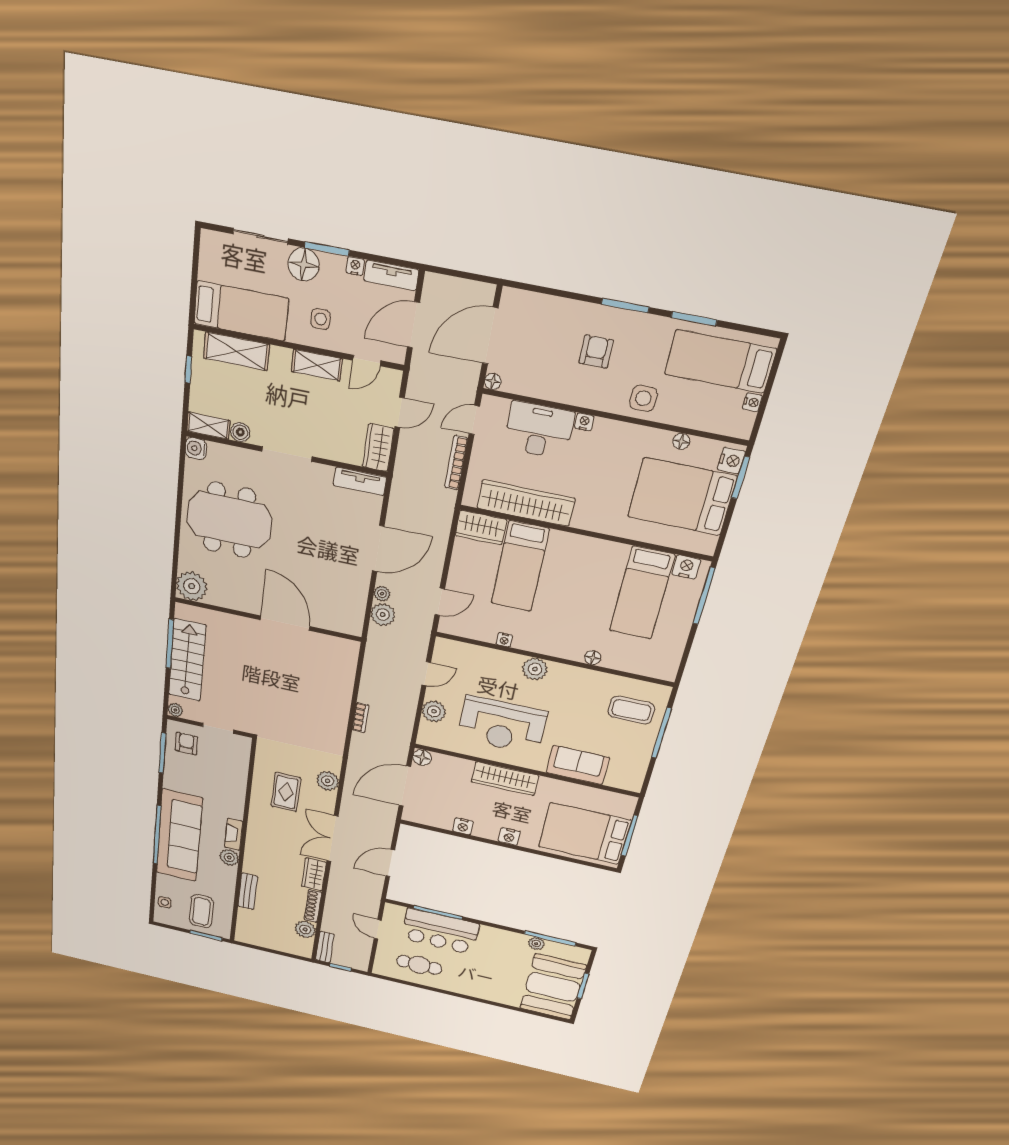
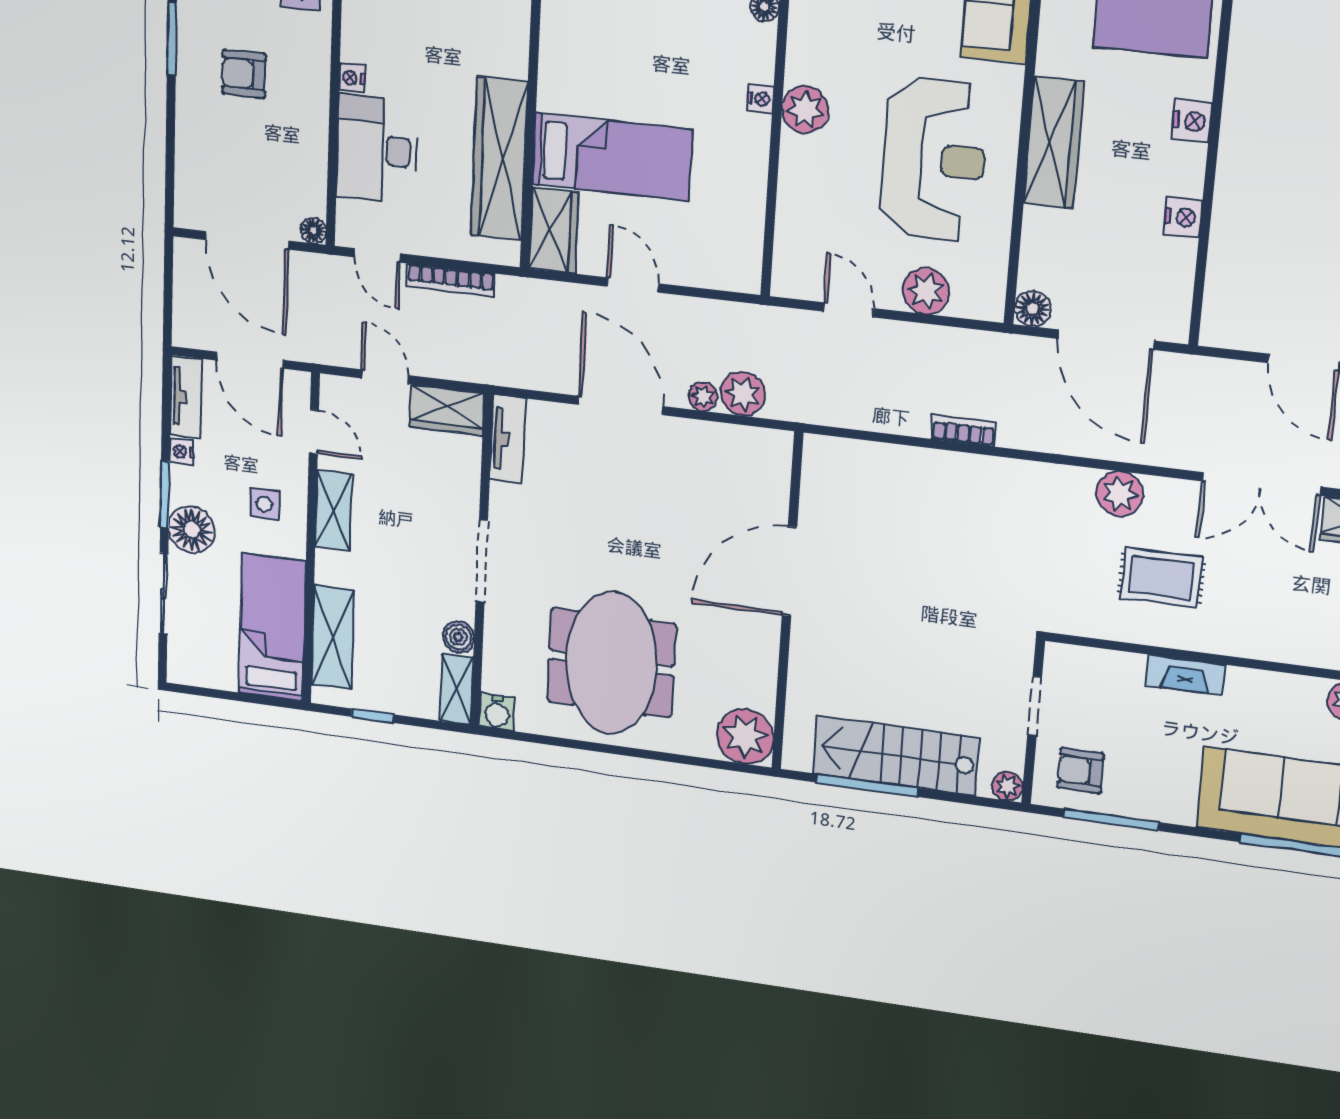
door: (440, 602) -> (633, 285), moved
nightstand: (504, 640) -> (760, 99), moved
fireplace: (234, 834) -> (1185, 675), moved

